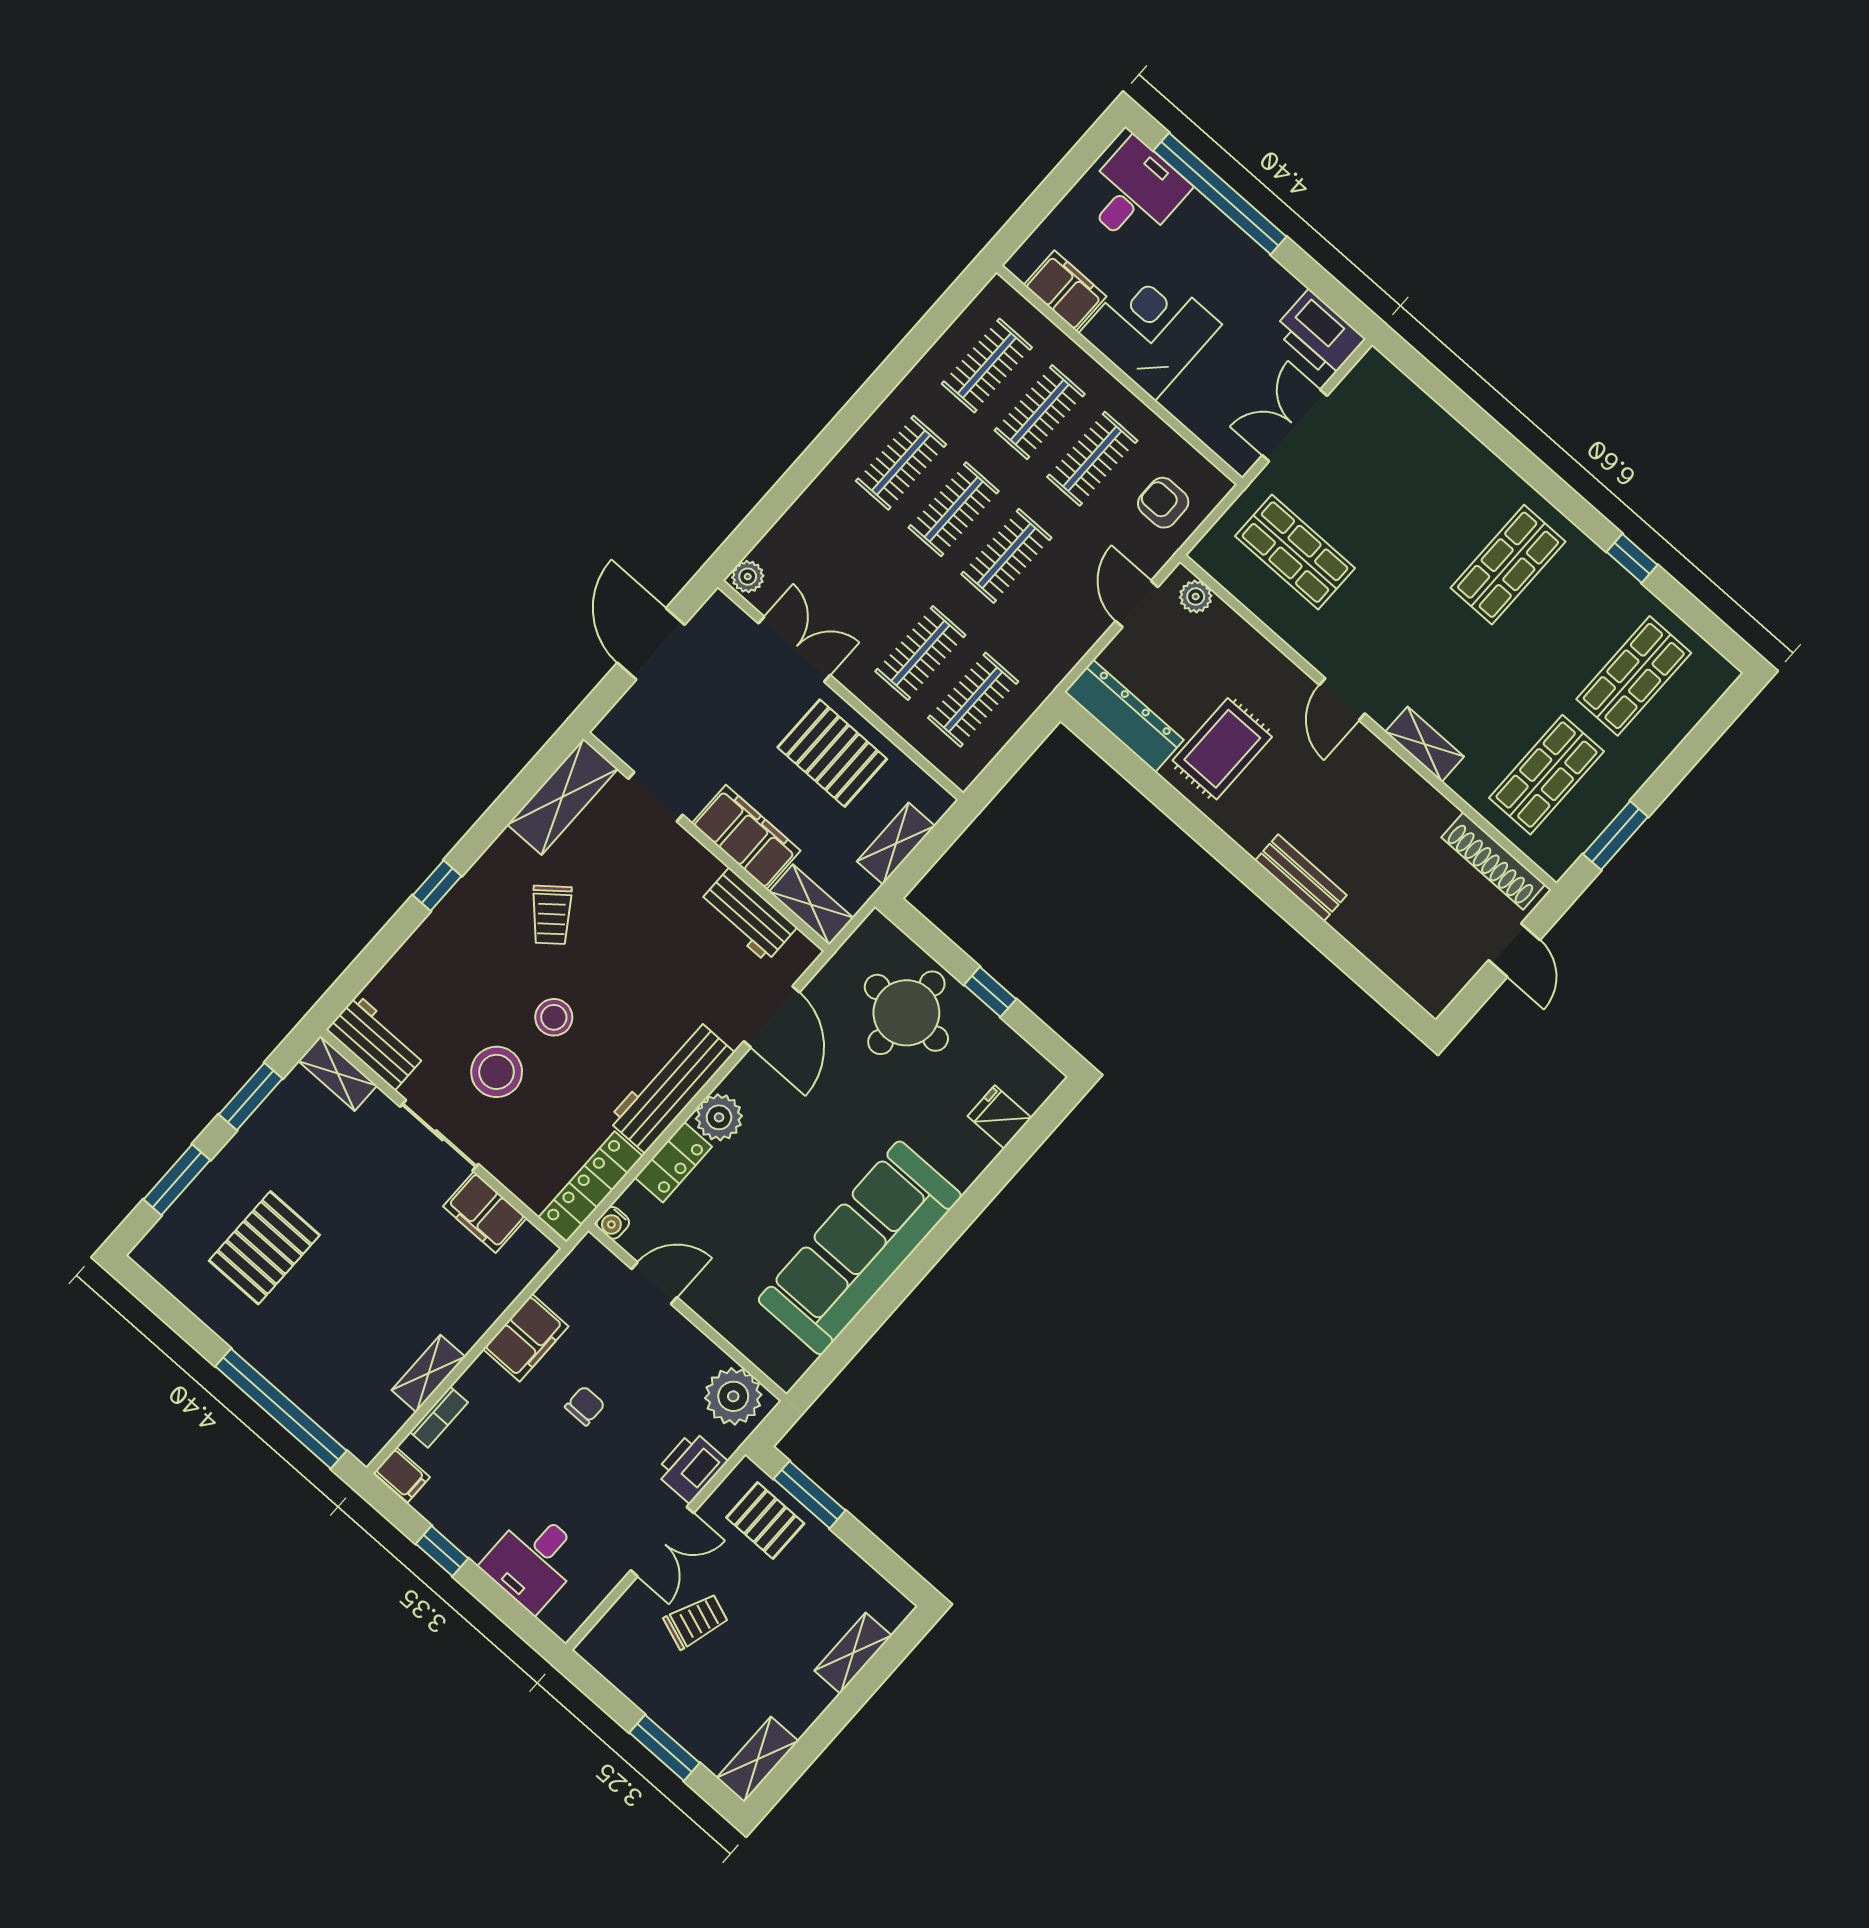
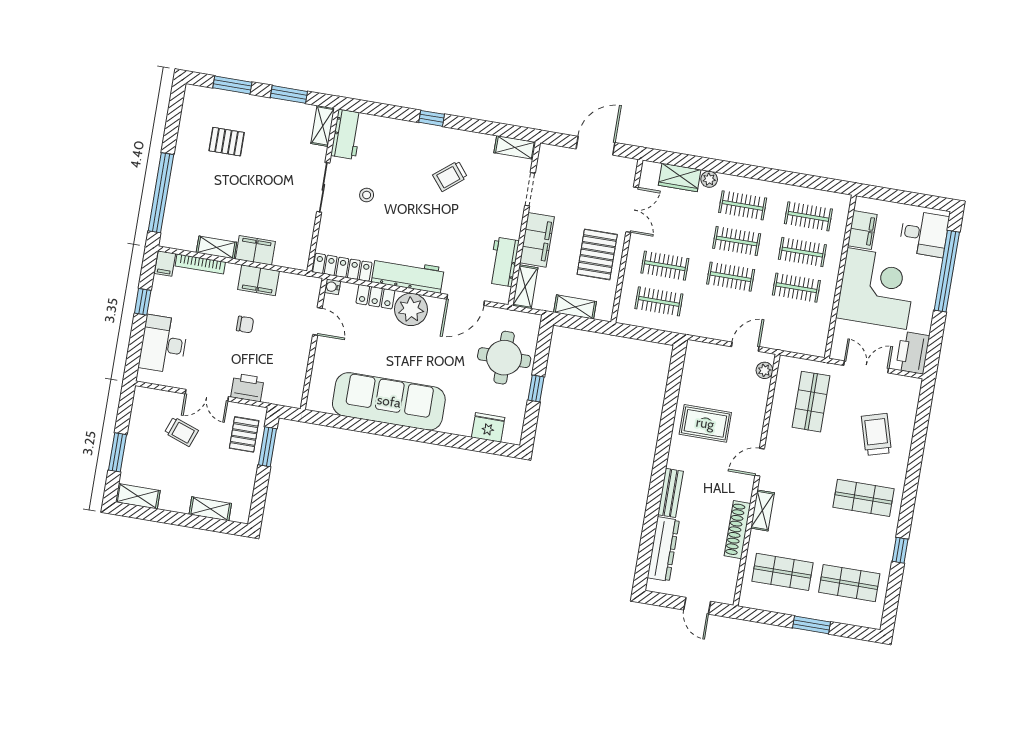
corner desk: (1150, 329) -> (877, 289), width x1.36, depth x1.36
trolley: (1417, 478) -> (876, 435), added
armchair: (1163, 503) -> (797, 331), removed
wardrobe: (790, 538) -> (680, 177), added
plant: (748, 577) -> (709, 179), moved
dresser: (1124, 716) -> (663, 549), moved
shelving: (563, 797) -> (515, 147), width x0.67, depth x0.75
window: (1616, 835) -> (811, 625), moved
shoe rack: (1493, 861) -> (737, 530), moved
door: (1514, 950) -> (697, 606), hinge flipped
stool: (554, 1017) -> (406, 205), removed
stool: (497, 1072) -> (367, 195), width x0.53, depth x0.53
plant: (719, 1117) -> (411, 309), width x1.36, depth x1.36
fridge: (1000, 1117) -> (488, 427), width x1.38
filing cabinet: (485, 1212) -> (255, 250), moved, turned 90
pallet: (264, 1248) -> (227, 142), width x0.67, depth x0.71
plant: (733, 1396) -> (290, 387), removed
bookcase: (439, 1417) -> (200, 264), width x1.56
desk: (533, 1561) -> (163, 344), width x1.37

